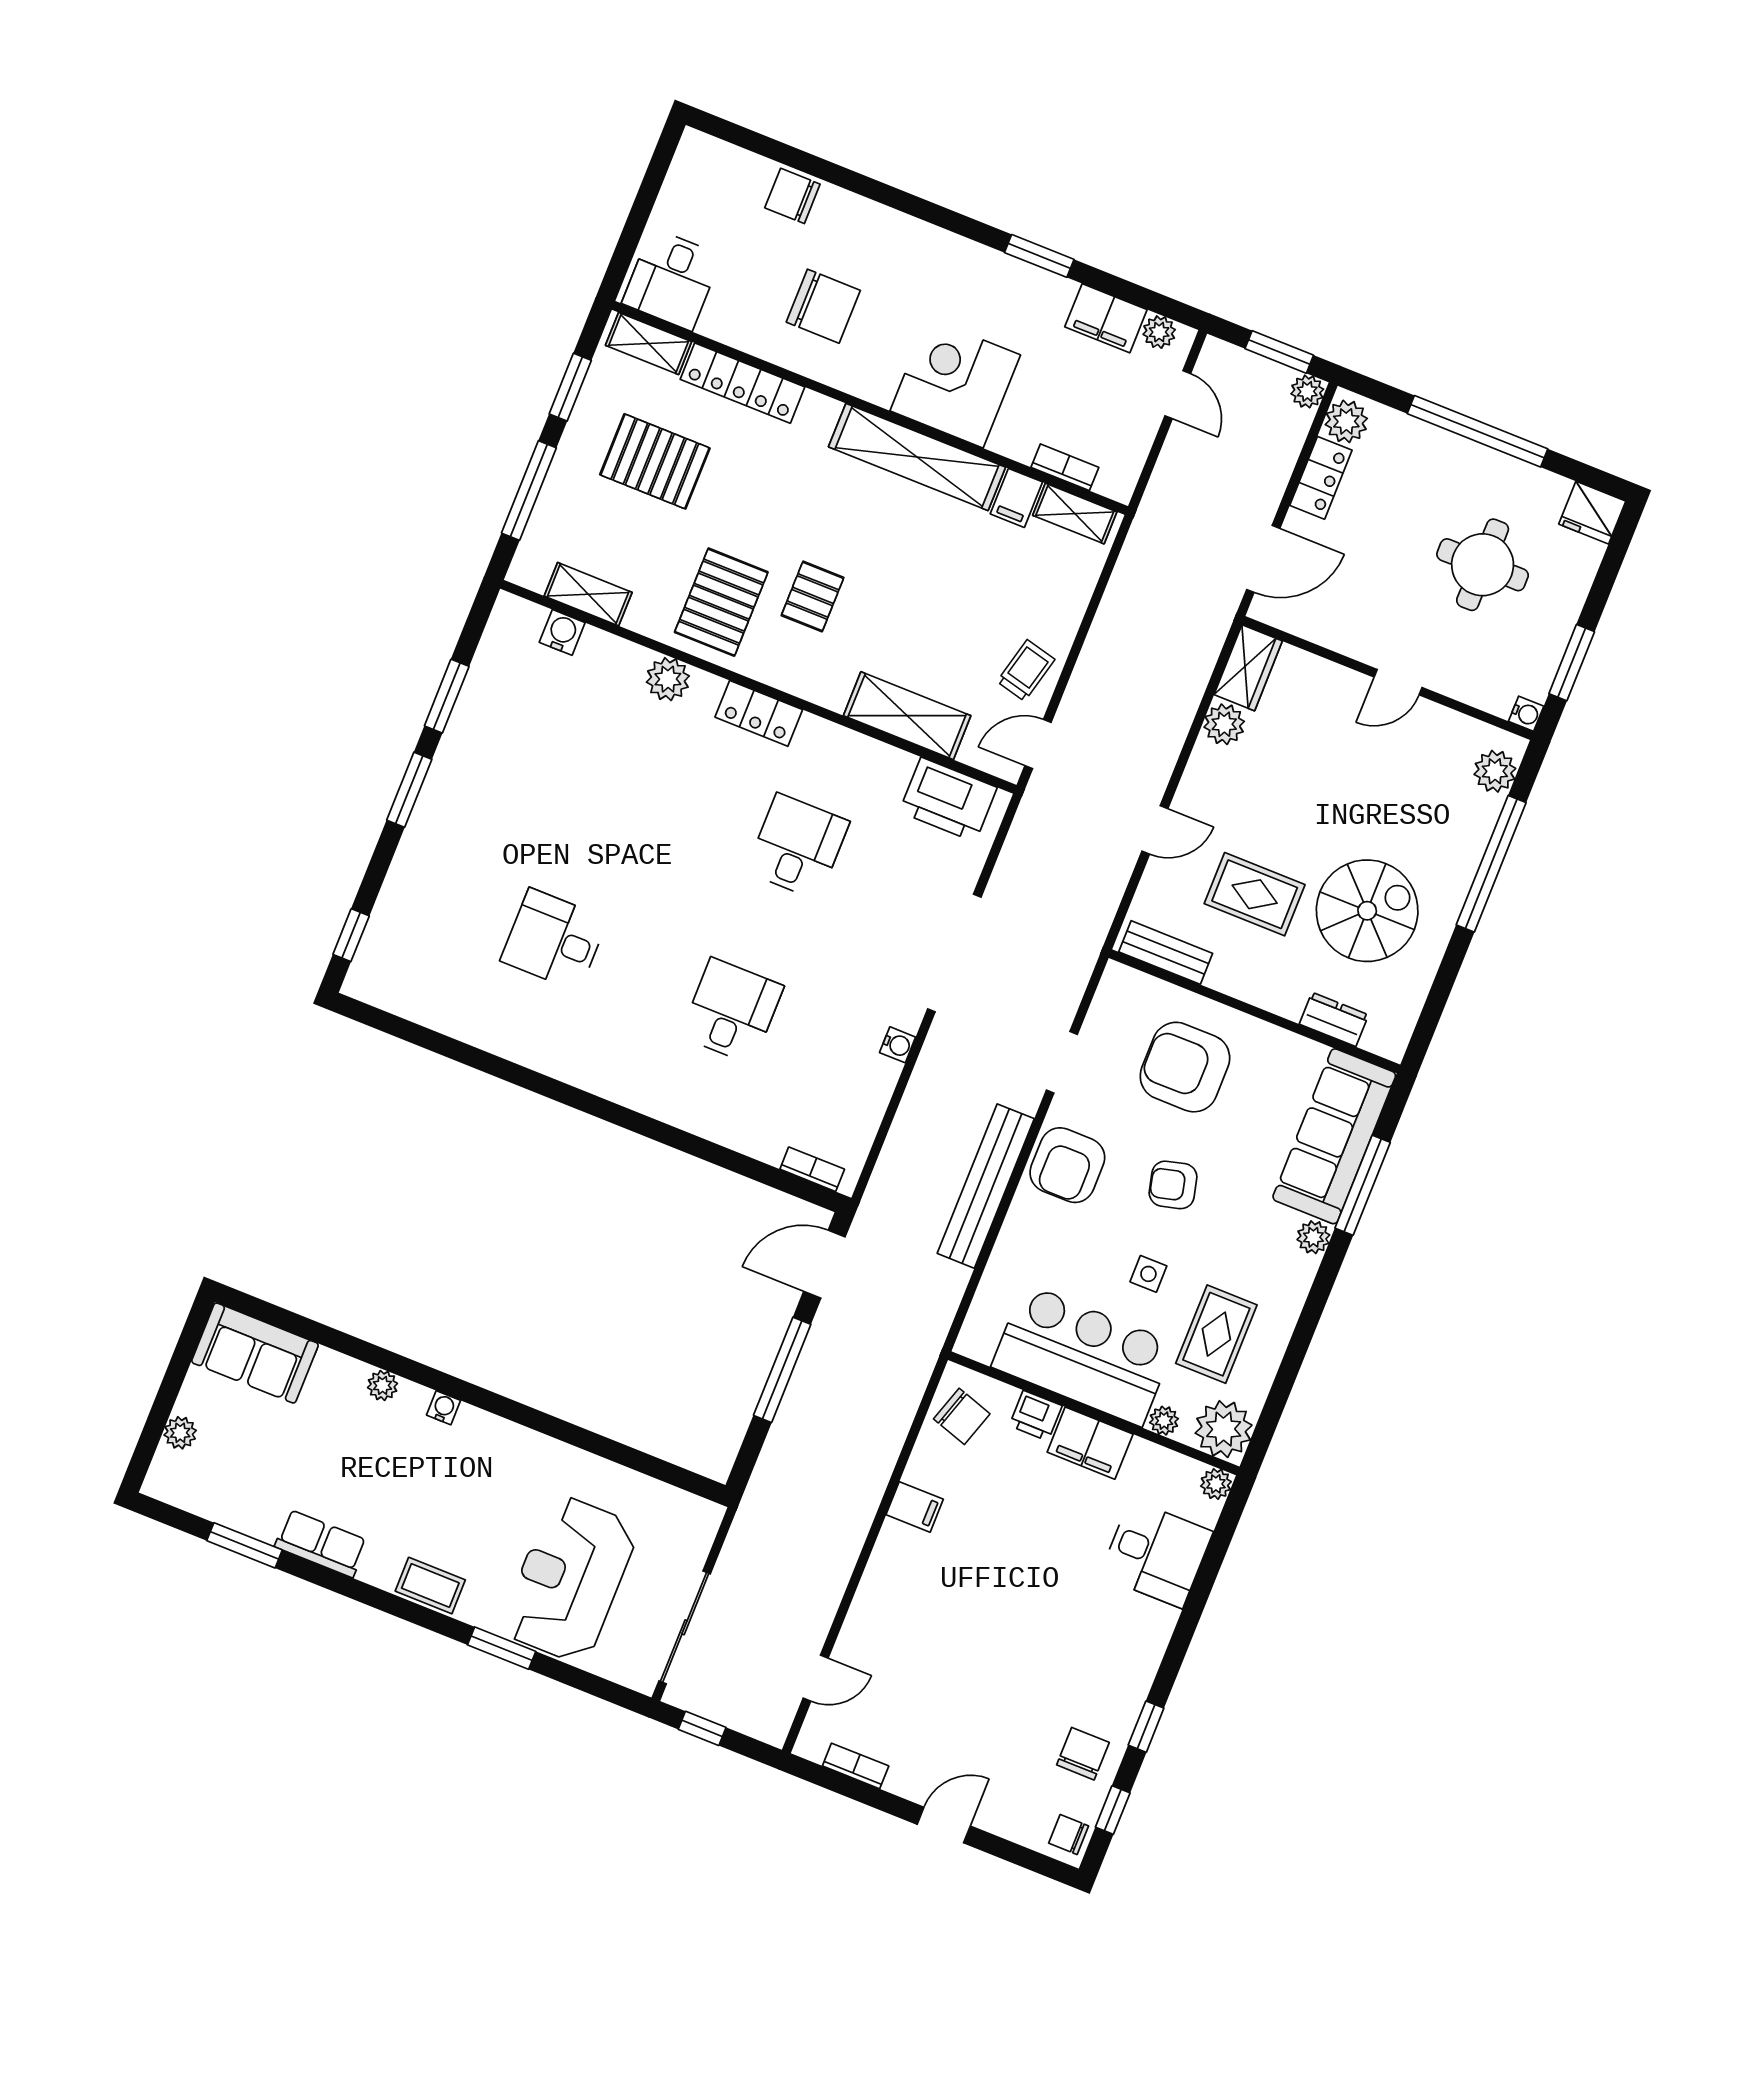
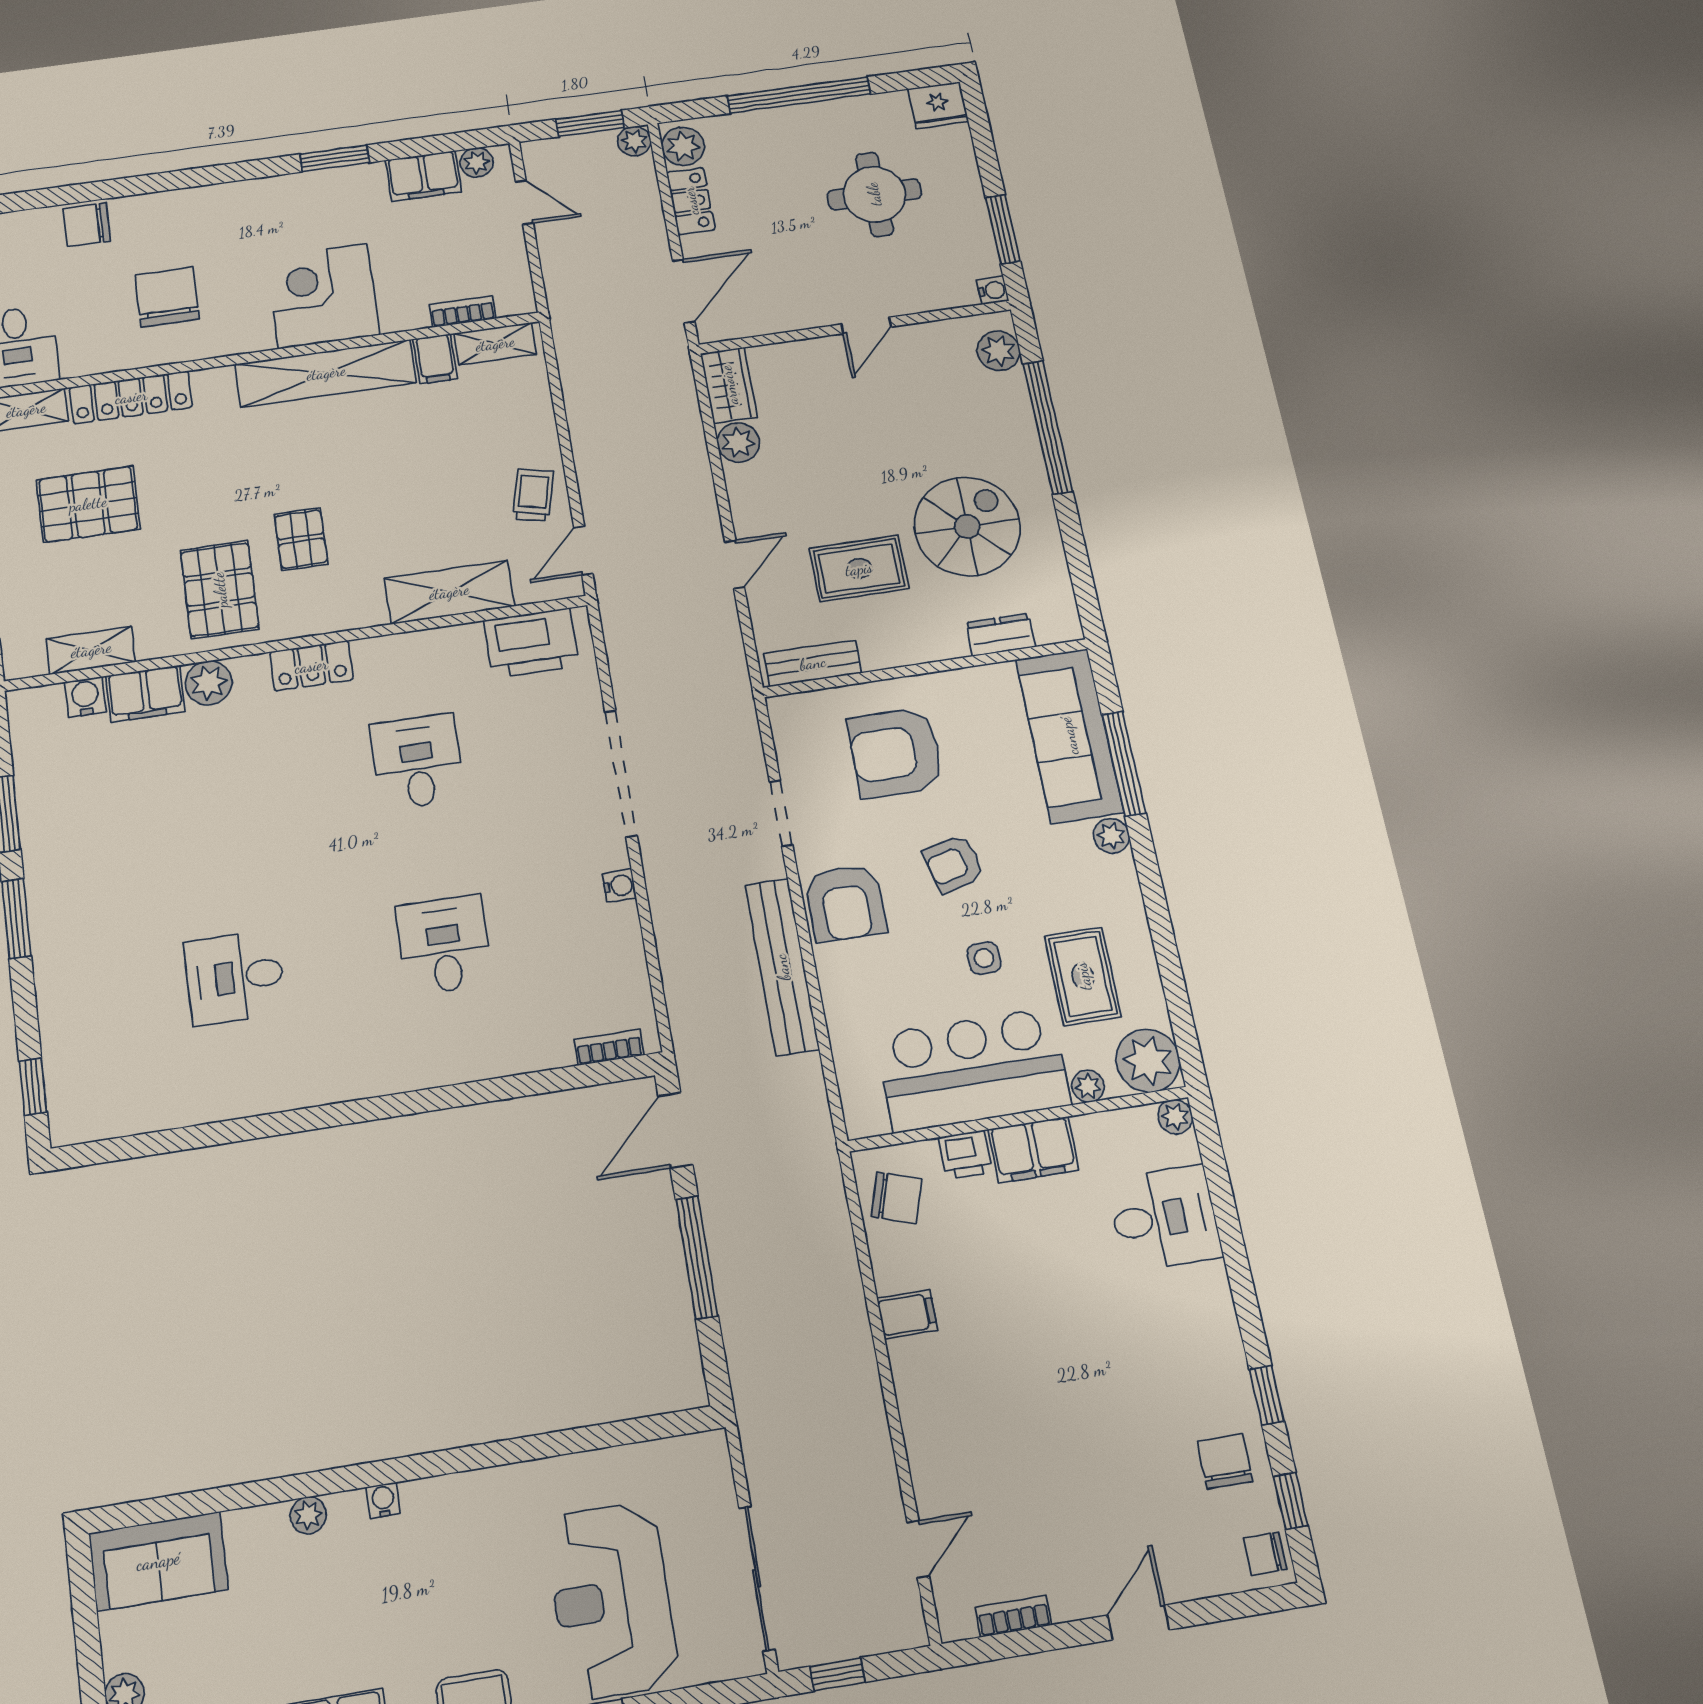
chair: (823, 306) -> (167, 297), turned -90
filing cabinet: (612, 658) -> (145, 694), added

